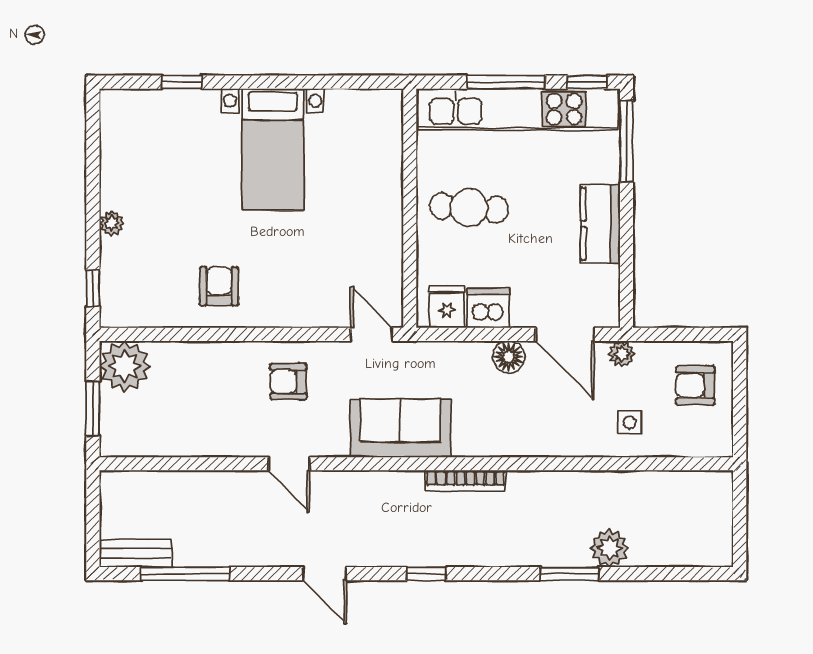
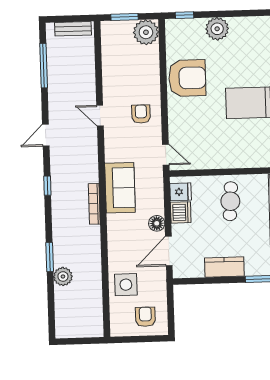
plant: (112, 223) -> (217, 29), width x1.88, depth x1.88
armchair: (219, 286) -> (187, 78), width x1.88, depth x1.88
door: (371, 334) -> (166, 155), hinge flipped
plant: (622, 354) -> (160, 280), removed
side table: (630, 422) -> (126, 285), width x1.87, depth x1.87
sofa: (400, 428) -> (120, 188), moved
door: (289, 464) -> (100, 116), hinge flipped
bench: (136, 553) -> (73, 29), moved, turned 90

